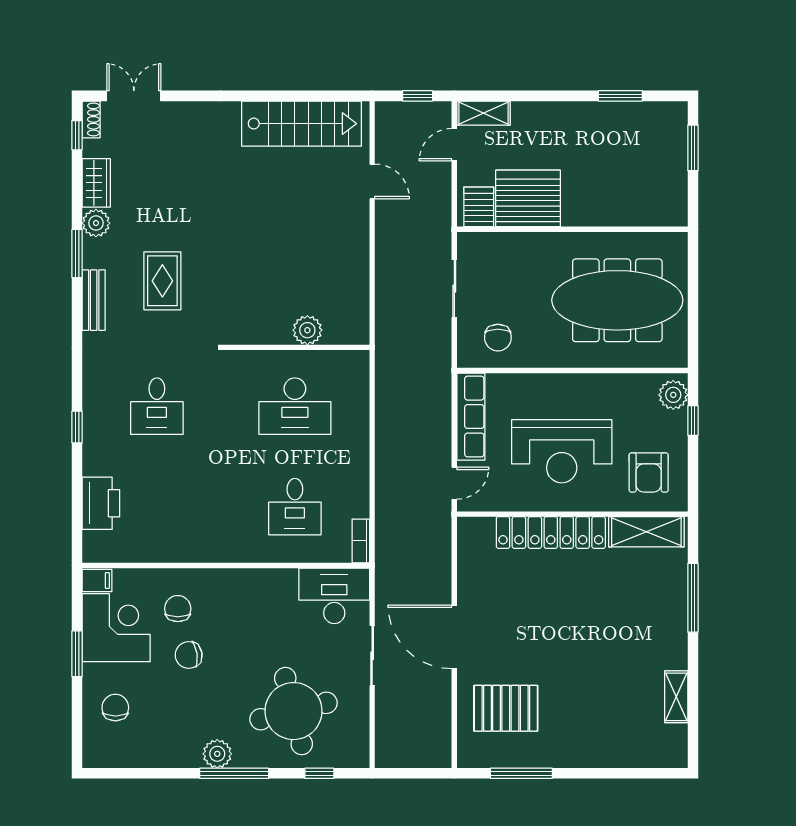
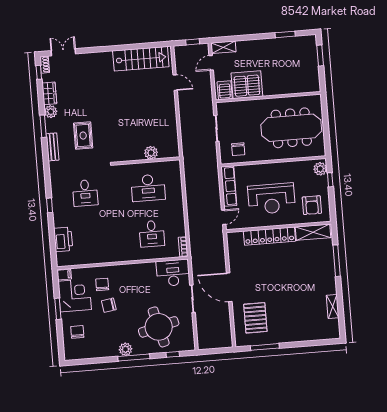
pallet: (506, 708) -> (255, 318), turned 90

